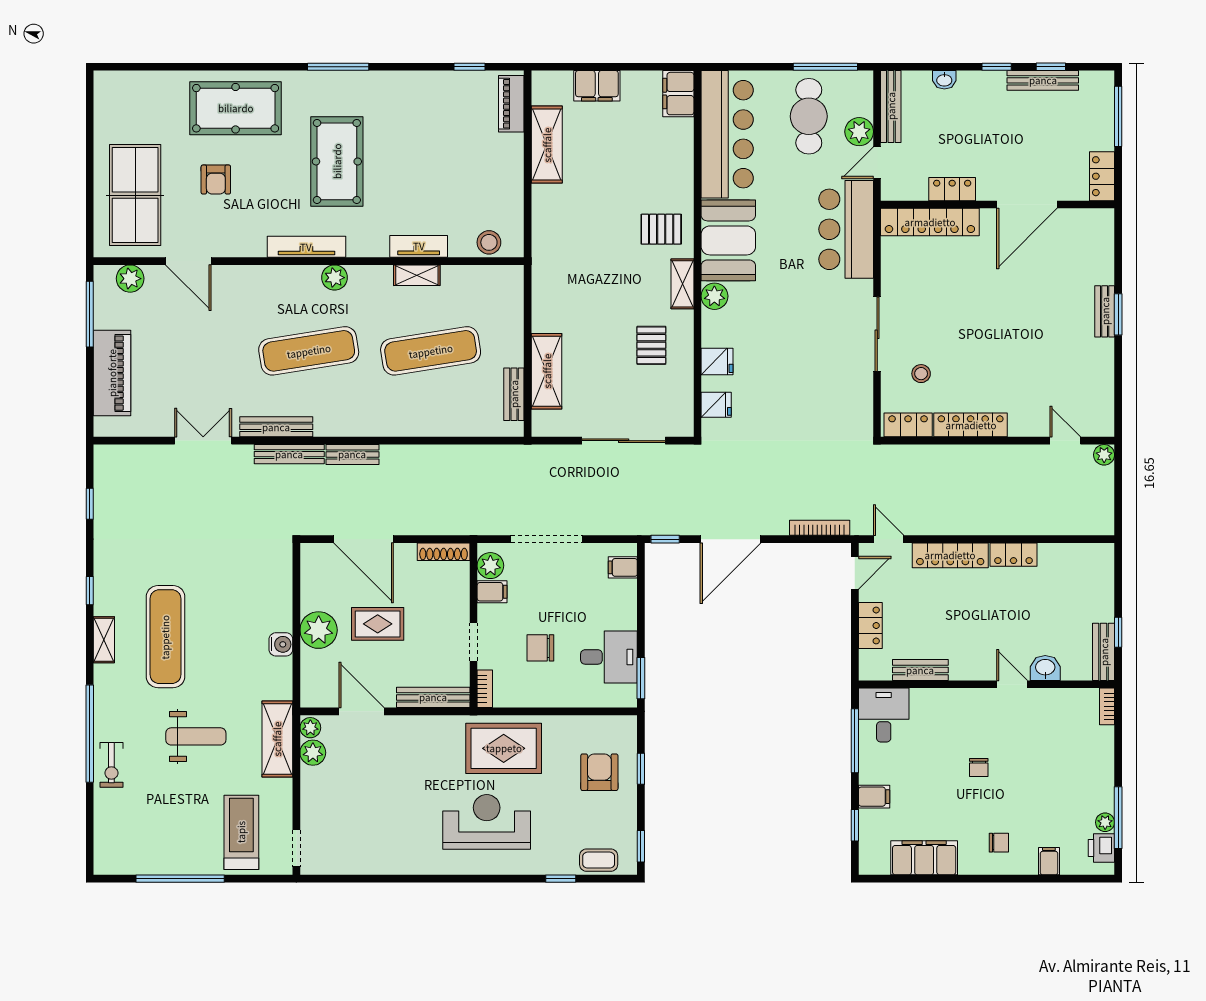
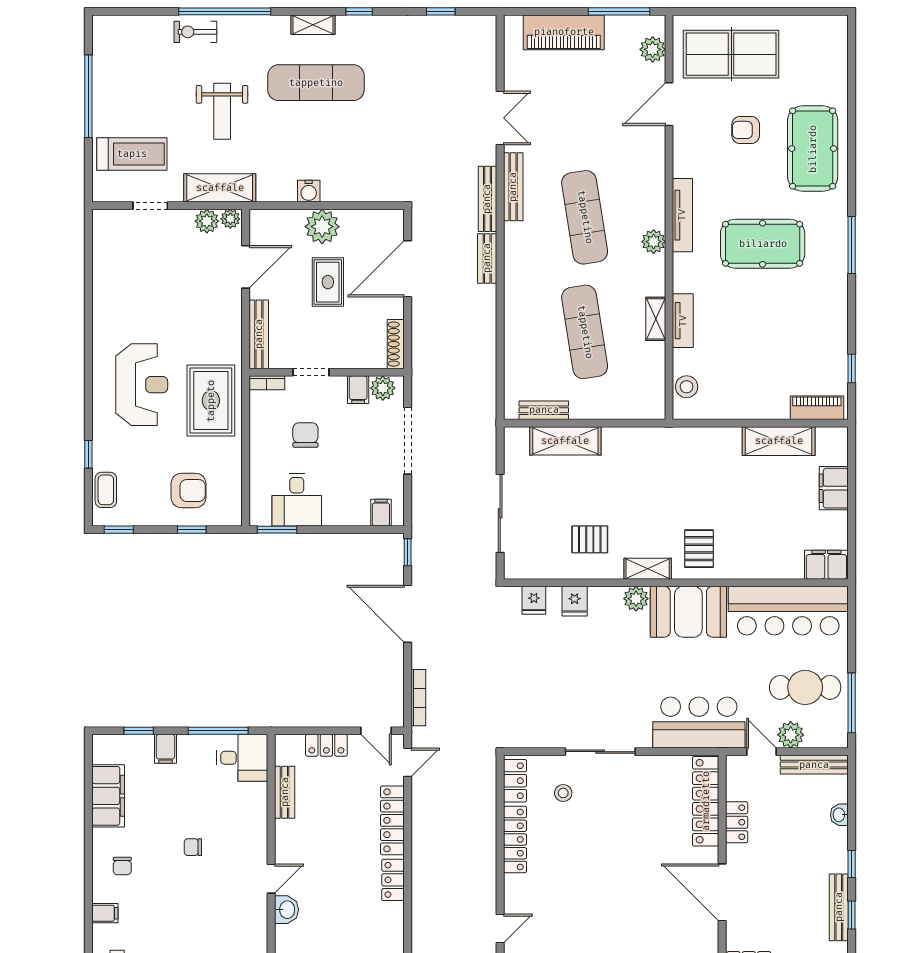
doorway: (296, 848) -> (150, 206), moved

